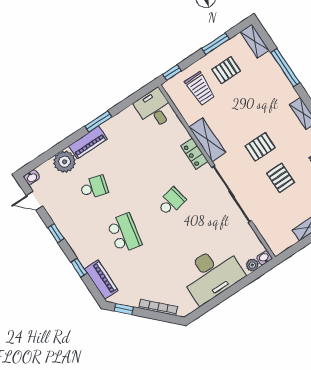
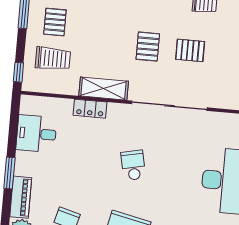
desk: (155, 109) -> (36, 134), moved
locker: (194, 154) -> (90, 109), moved

